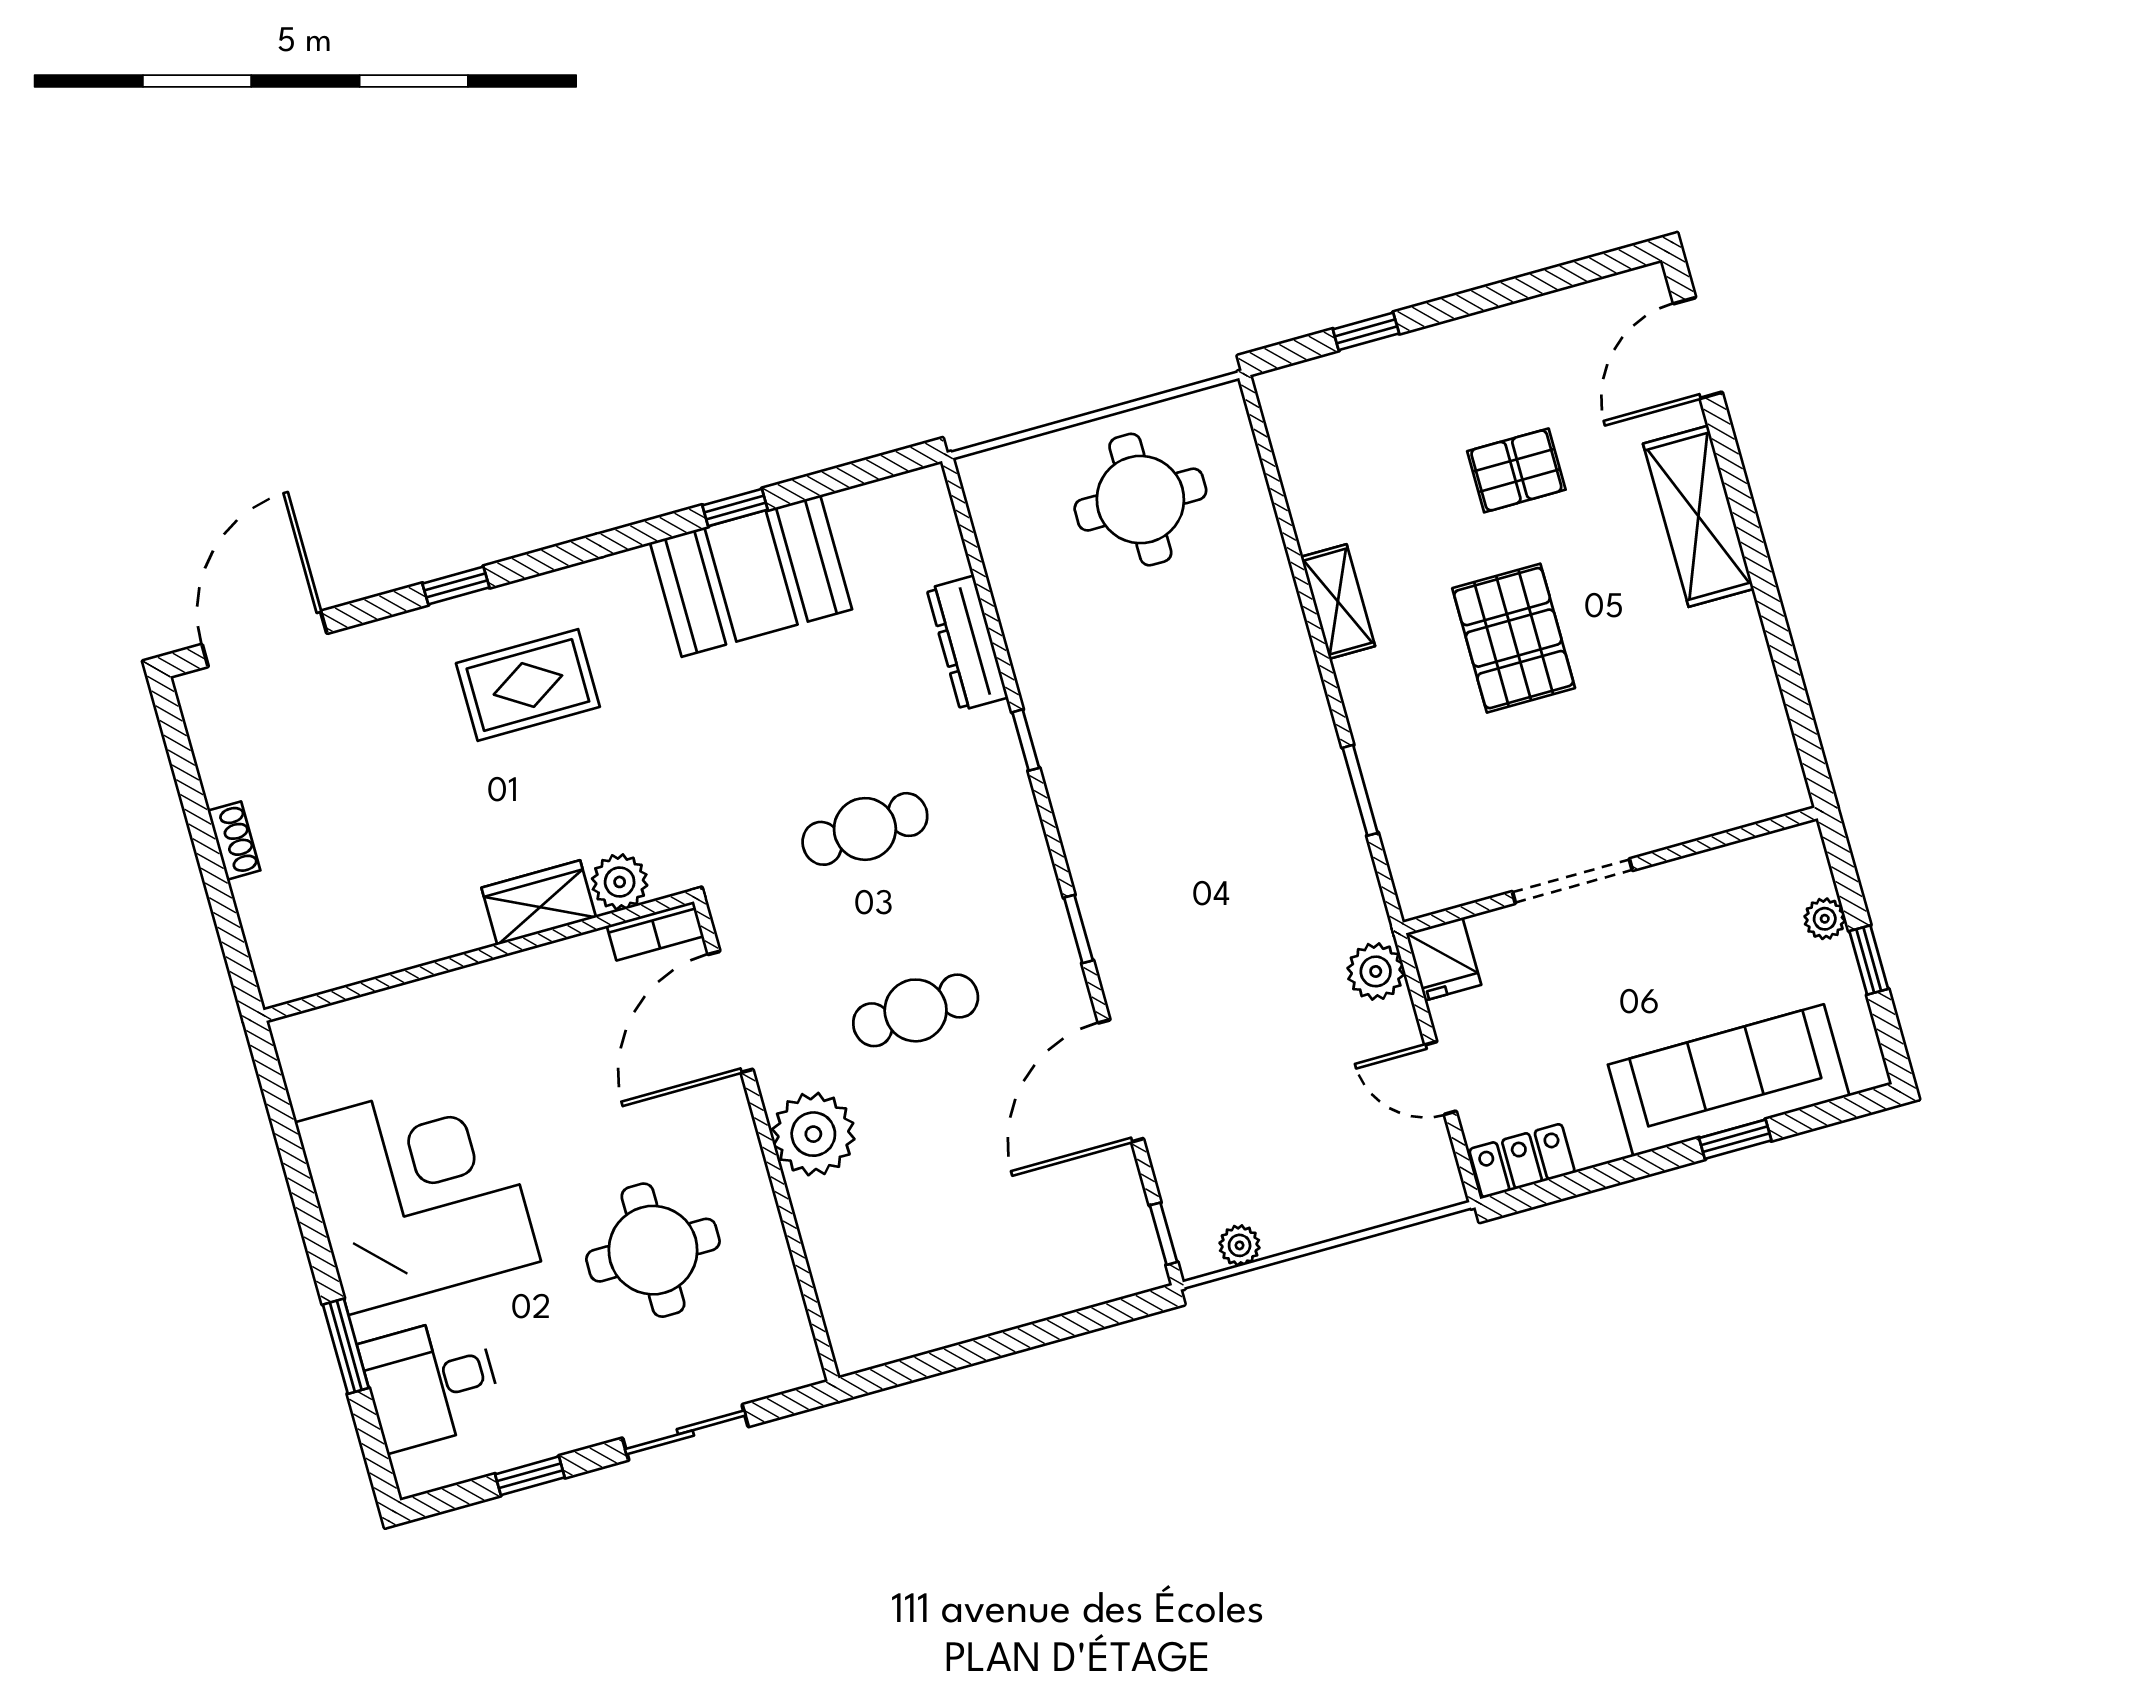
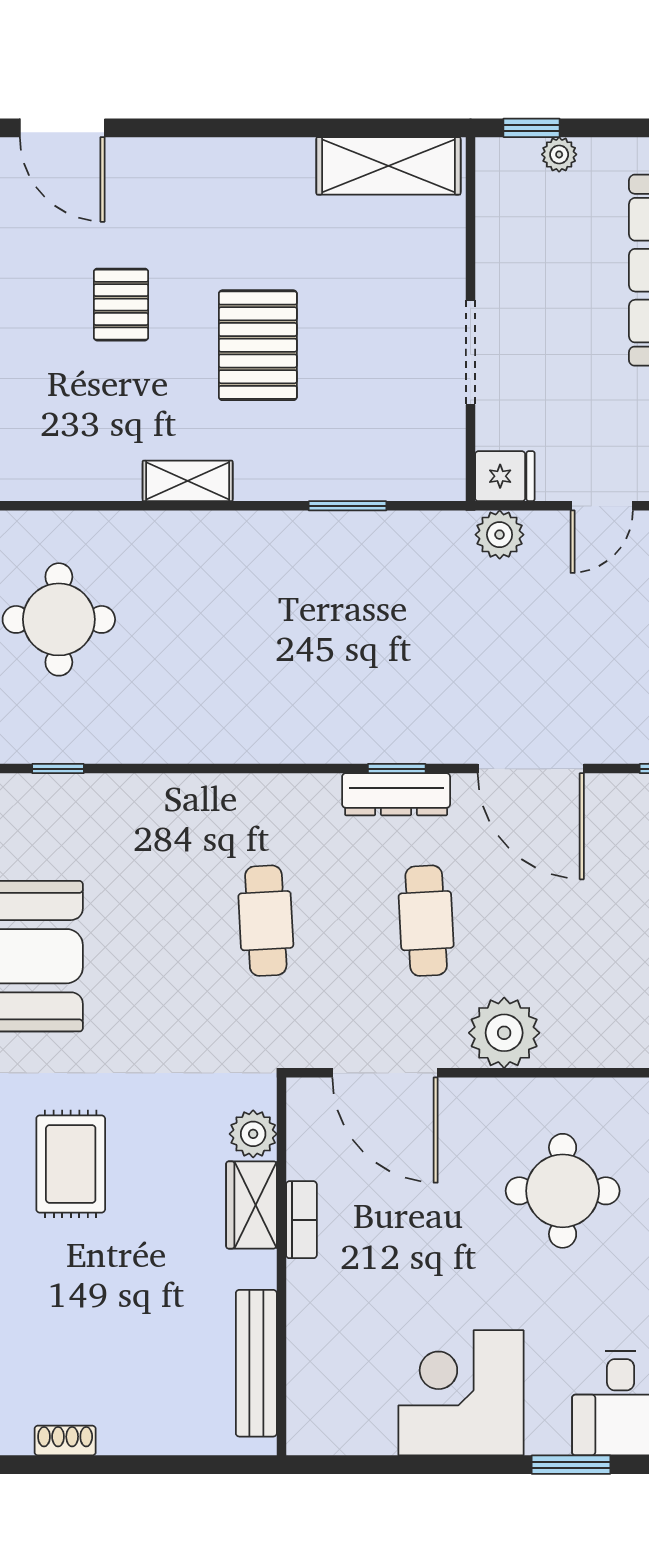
shelving: (1698, 516) -> (388, 166), moved
pallet: (1514, 638) -> (258, 345), turned 90
dresser: (967, 643) -> (396, 794), moved
window: (1026, 740) -> (58, 769), moved
shoe rack: (234, 841) -> (65, 1441), moved
bookcase: (655, 931) -> (301, 1220), moved
bench: (361, 958) -> (256, 1363), added
window: (1869, 960) -> (531, 128), moved
corner desk: (418, 1192) -> (461, 1393), width x0.74, depth x0.74

